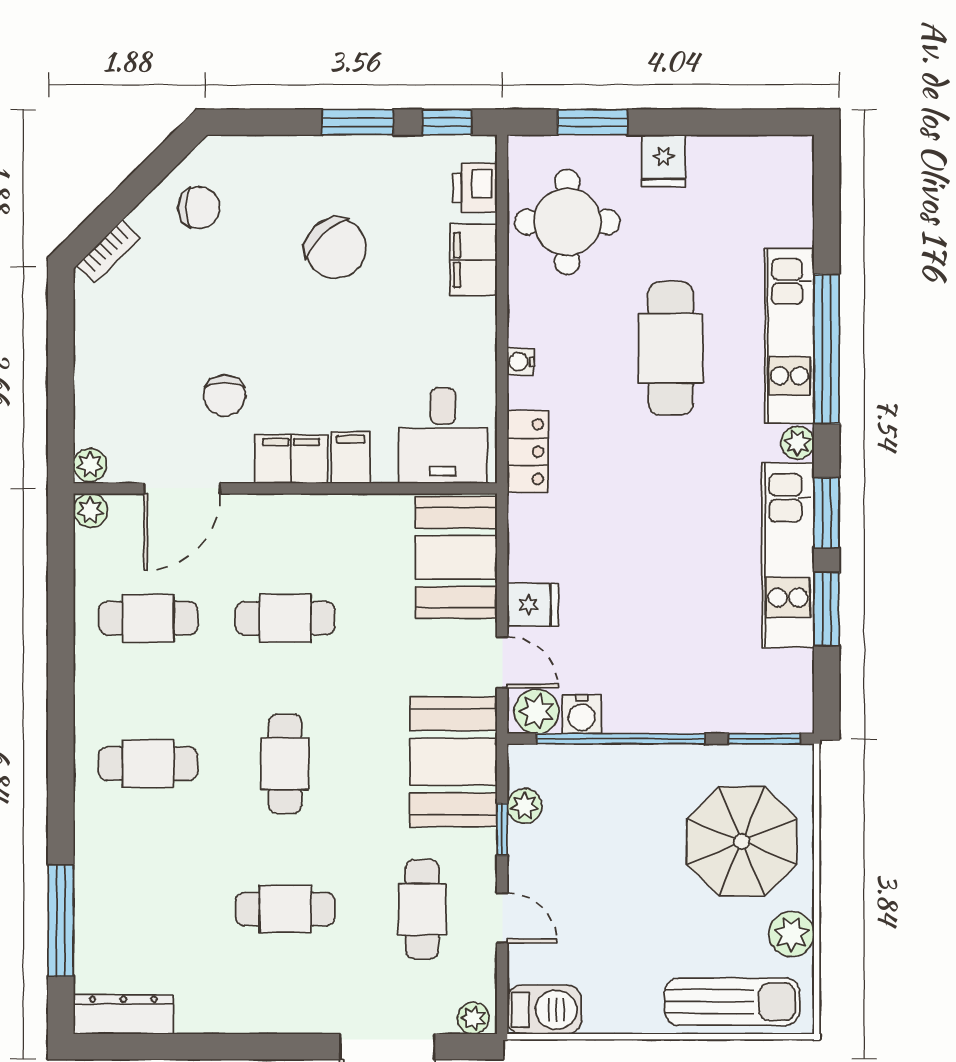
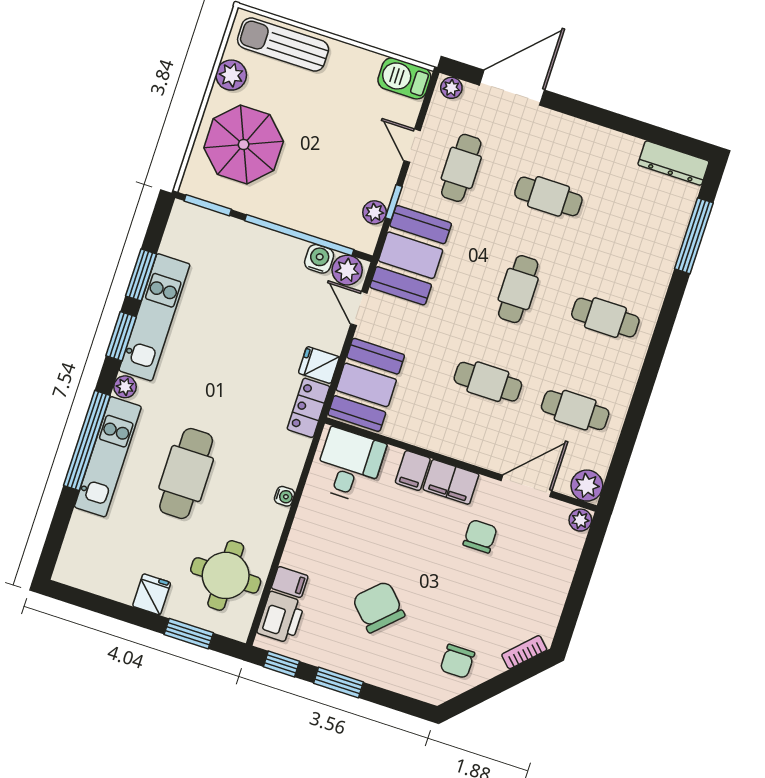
printer: (475, 188) -> (281, 617), width x1.36, depth x1.24
chair: (199, 208) -> (457, 661), turned -90
filing cabinet: (473, 260) -> (290, 582), width x0.50
locker: (528, 452) -> (308, 408), moved
plant: (90, 510) -> (587, 486), width x1.38, depth x1.38
fridge: (533, 605) -> (319, 365), moved

